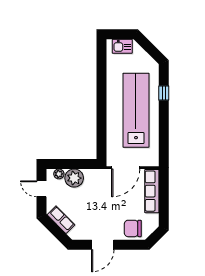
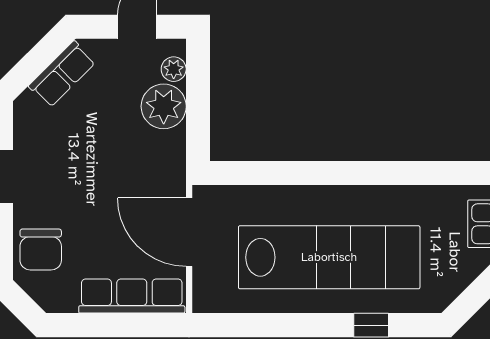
chair: (133, 228) -> (41, 250), turned 180

